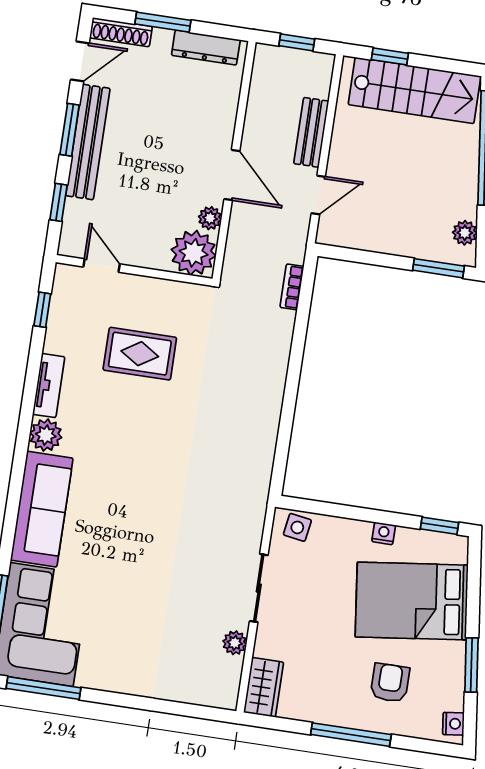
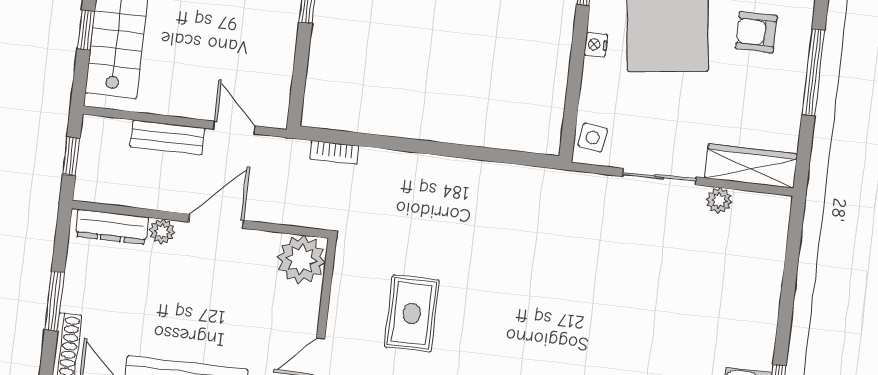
dresser: (206, 48) -> (112, 227), moved, turned 90
window: (390, 56) -> (86, 30), moved
plant: (210, 218) -> (162, 231), moved
wardrobe: (264, 687) -> (751, 166), width x1.50

